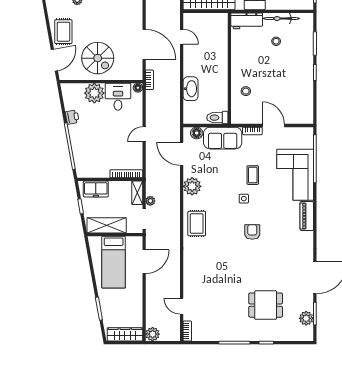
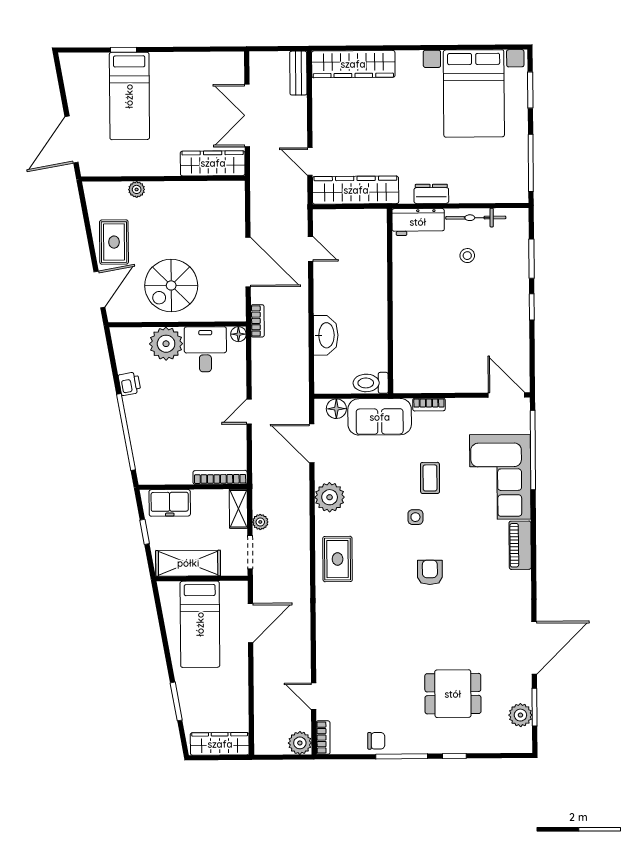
spiral stairs: (98, 58) -> (171, 285), turned 90
stool: (246, 91) -> (418, 339), removed
door: (273, 125) -> (506, 395), moved
chair: (219, 333) -> (376, 741), added
plant: (153, 334) -> (300, 743), moved

